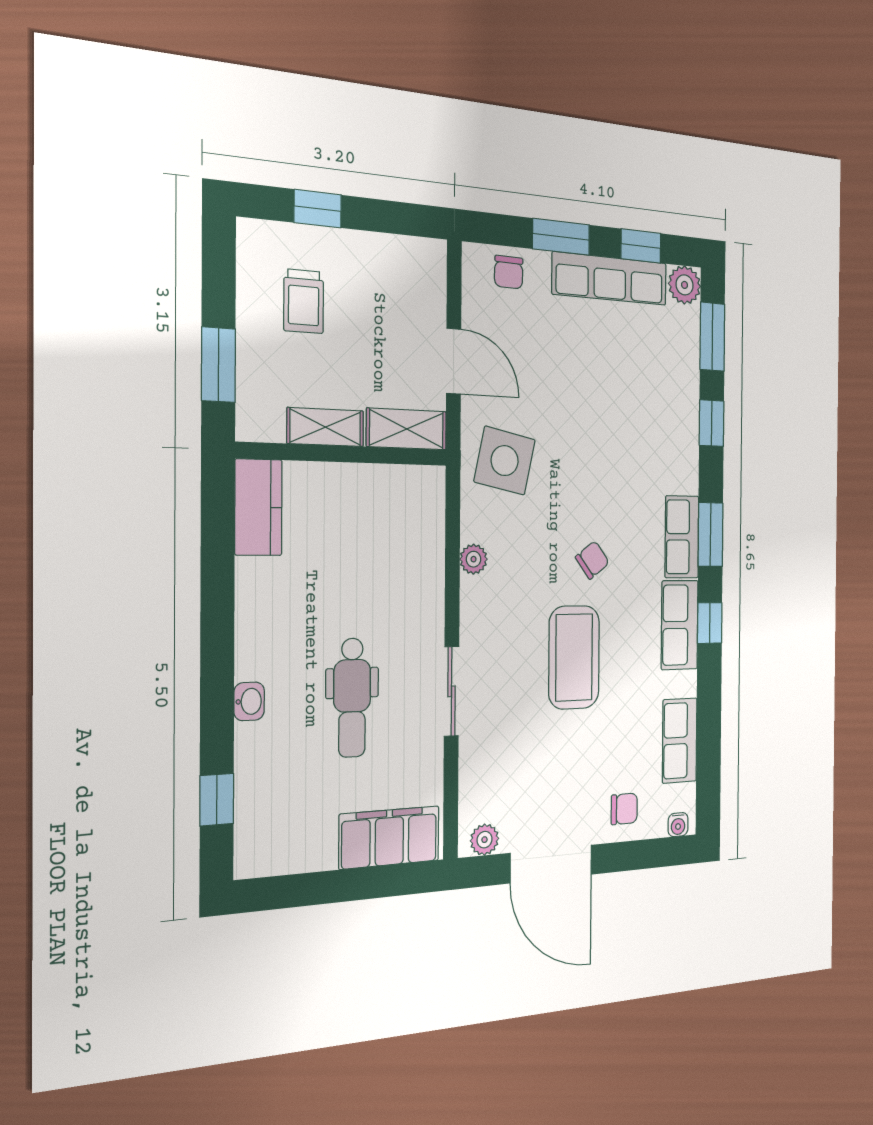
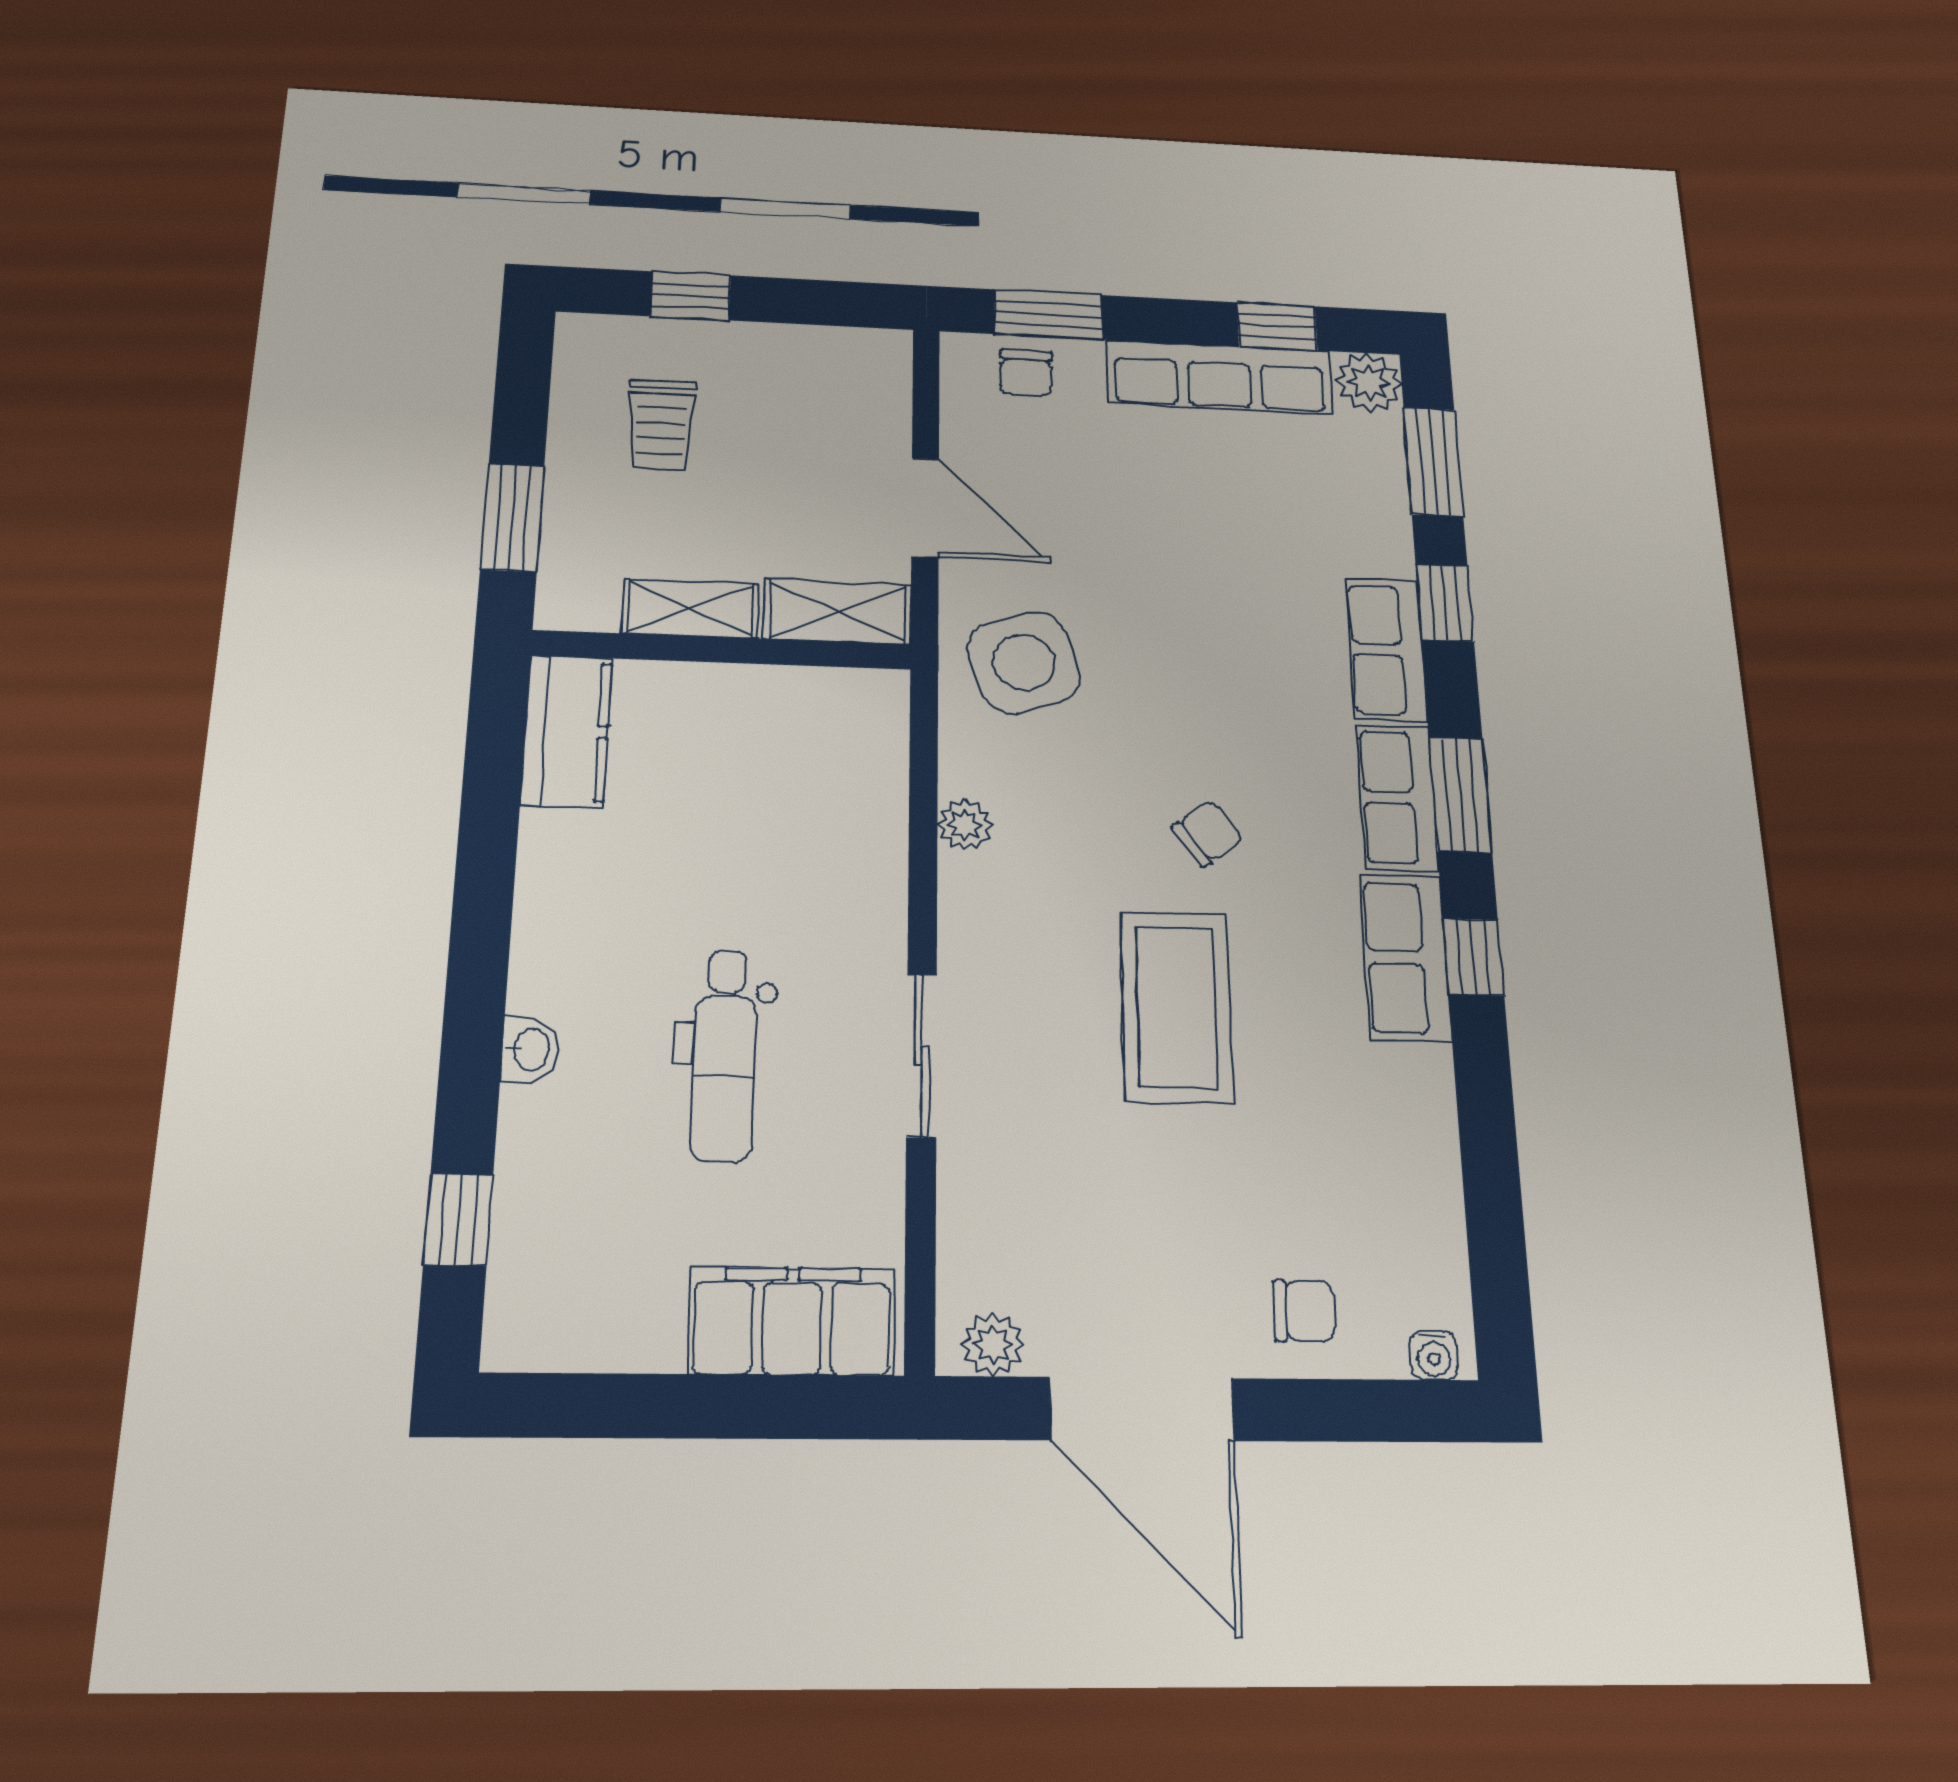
window: (561, 237) -> (1048, 314), moved
side table: (505, 461) -> (1024, 663), turned -30
row of seats: (680, 741) -> (1386, 649), moved

